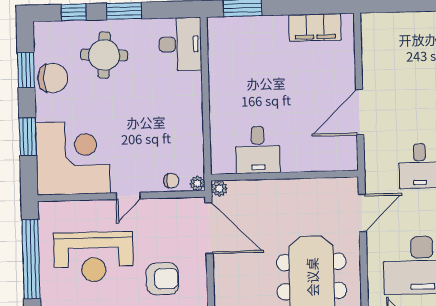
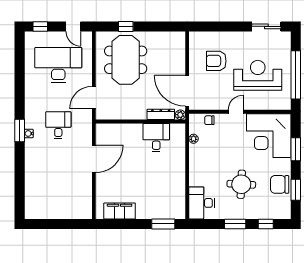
round table: (104, 55) -> (241, 184), moved
plant: (197, 183) -> (194, 139), moved
dresser: (251, 188) -> (161, 114), added

